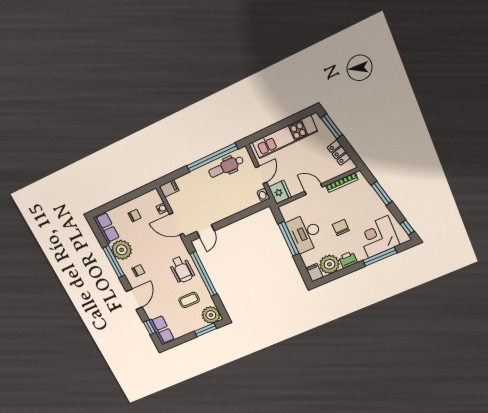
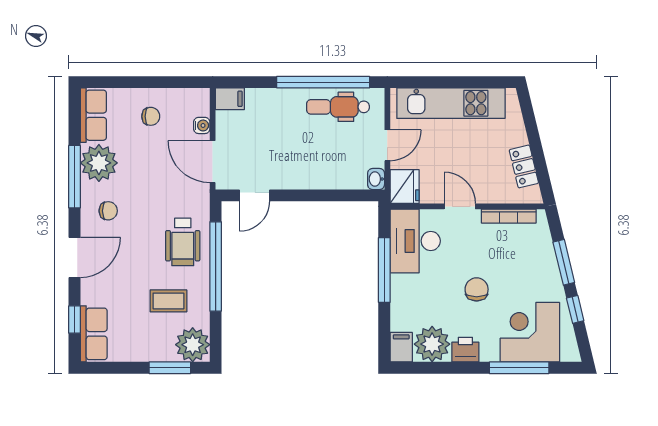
window: (332, 126) -> (530, 121), removed
window: (407, 227) -> (575, 309), moved
desk: (305, 233) -> (415, 241), moved

